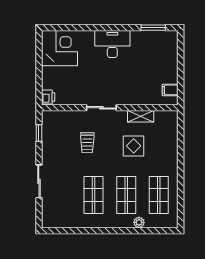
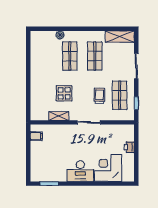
corner desk: (60, 48) -> (108, 168), moved, turned 90
printer: (48, 97) -> (129, 147), moved
shop shelf: (159, 195) -> (120, 95), moved
shelving: (61, 220) -> (120, 37), added

